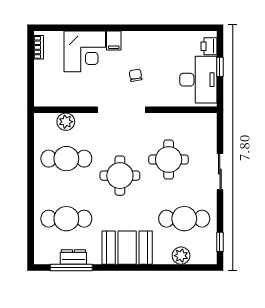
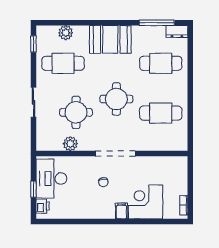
plant: (66, 122) -> (70, 144), moved
dresser: (73, 257) -> (177, 32), moved

